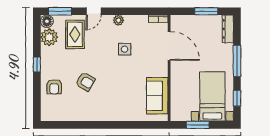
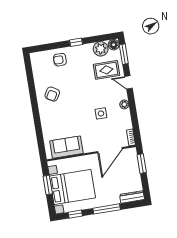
window: (206, 11) -> (142, 164), moved
armchair: (85, 82) -> (52, 94), moved
bed with nightstands: (212, 96) -> (72, 187), width x1.36

